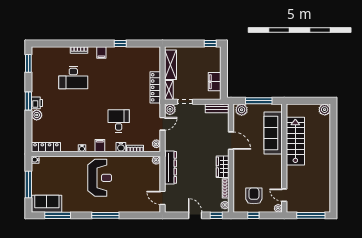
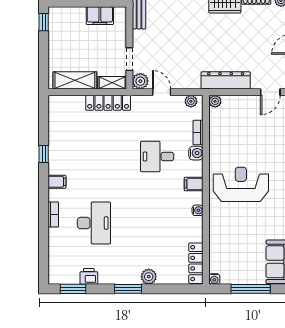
printer: (37, 103) -> (89, 276), moved

